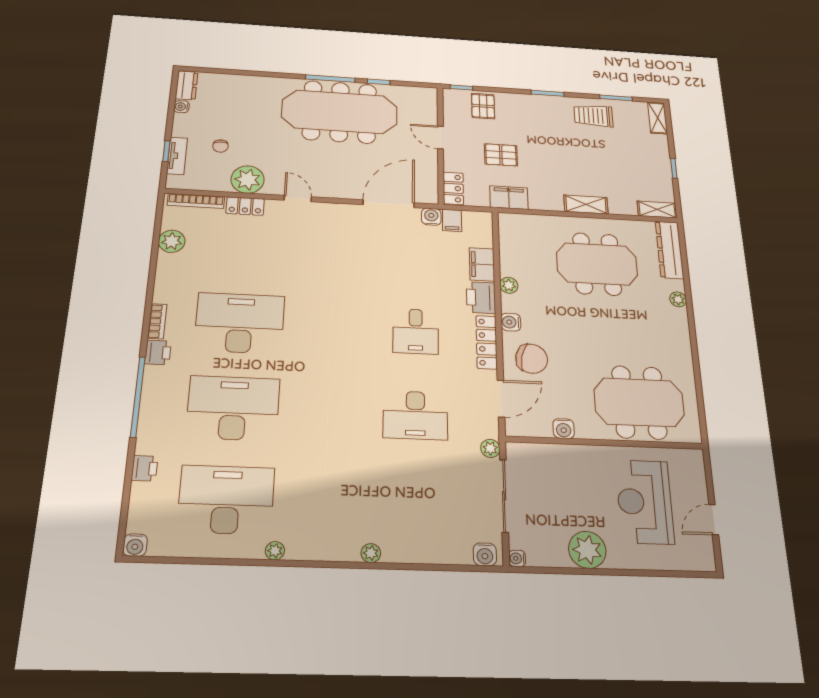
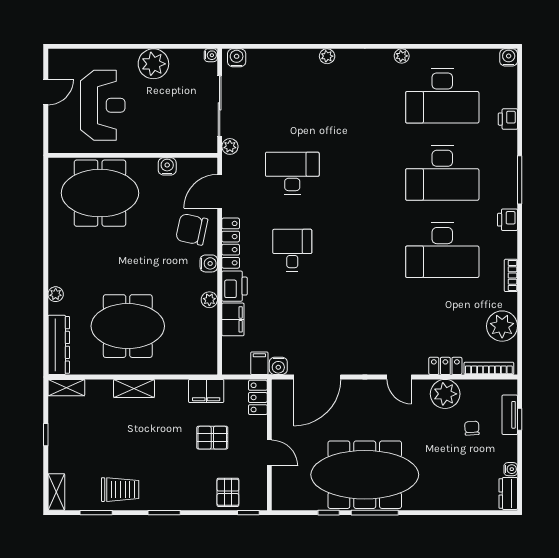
plant: (172, 241) -> (502, 326), width x1.36, depth x1.36
bookcase: (157, 321) -> (511, 275), moved
window: (138, 397) -> (520, 180), width x0.68

